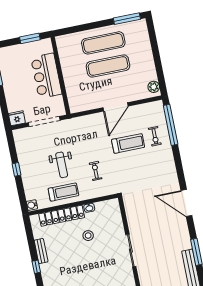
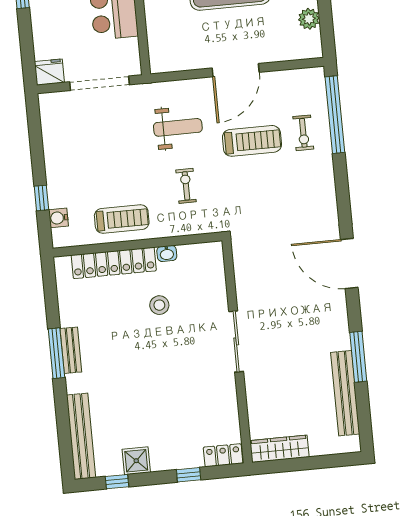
plant: (154, 87) -> (309, 19), moved
weight bench: (62, 165) -> (178, 127), moved, turned -90
window: (16, 169) -> (41, 198), moved
water cooler: (32, 205) -> (58, 218), moved
bench: (41, 251) -> (71, 350), moved
window: (36, 267) -> (56, 353), width x2.17

